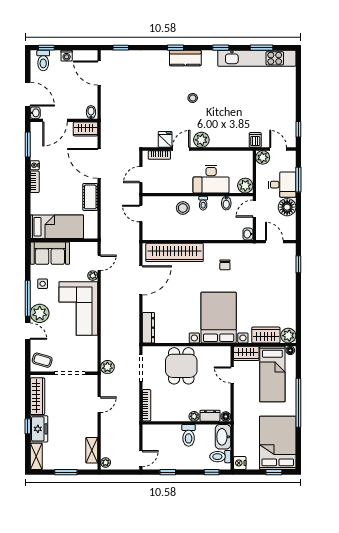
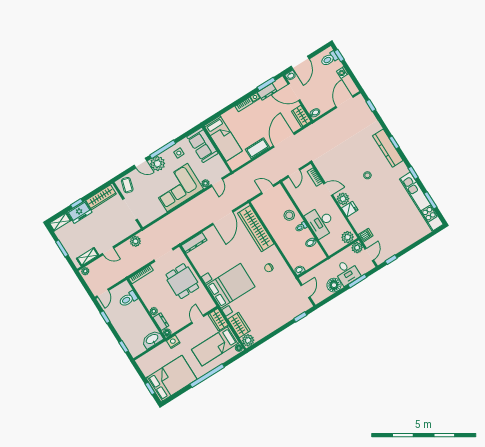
kitchen counter: (185, 58) -> (388, 148), width x1.50
fridge: (165, 139) -> (350, 209), moved
dresser: (36, 149) -> (267, 92), added
door: (141, 175) -> (294, 173), swing flipped
plant: (245, 186) -> (348, 237), moved
door: (254, 209) -> (319, 264), removed
door: (141, 214) -> (268, 189), hinge flipped
door: (99, 263) -> (217, 182), hinge flipped
door: (141, 280) -> (223, 218), hinge flipped
door: (28, 331) -> (141, 163), hinge flipped
dining table: (181, 366) -> (182, 281), turned 90
plant: (107, 367) -> (135, 241), moved
door: (99, 405) -> (108, 251), moved
toilet: (189, 435) -> (128, 299), moved
toilet: (220, 457) -> (138, 346), removed
door: (141, 459) -> (103, 293), hinge flipped
nightstand: (240, 463) -> (173, 342), moved

